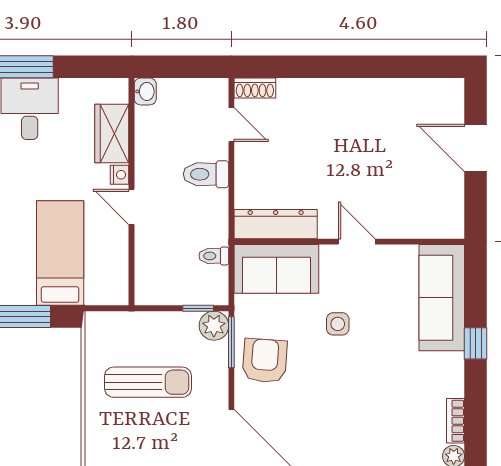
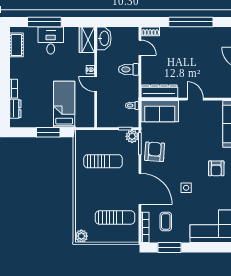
window: (347, 67) -> (191, 22), added
washbasin: (145, 91) -> (104, 38), width x1.91, depth x1.45
wardrobe: (112, 134) -> (87, 40), moved
side table: (338, 324) -> (186, 188), moved
armchair: (404, 398) -> (216, 168), added

